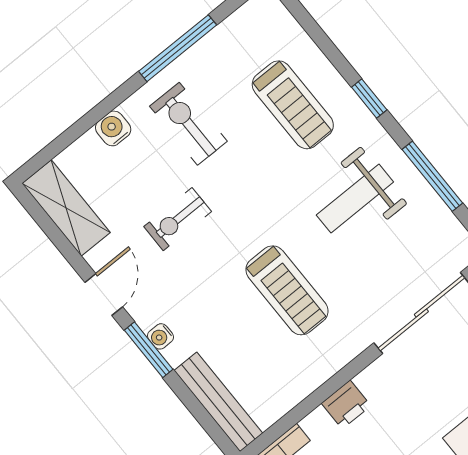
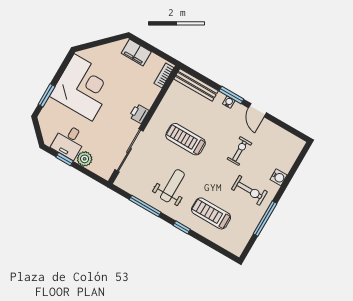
shelving: (66, 208) -> (285, 139), removed
printer: (346, 405) -> (139, 114), moved

